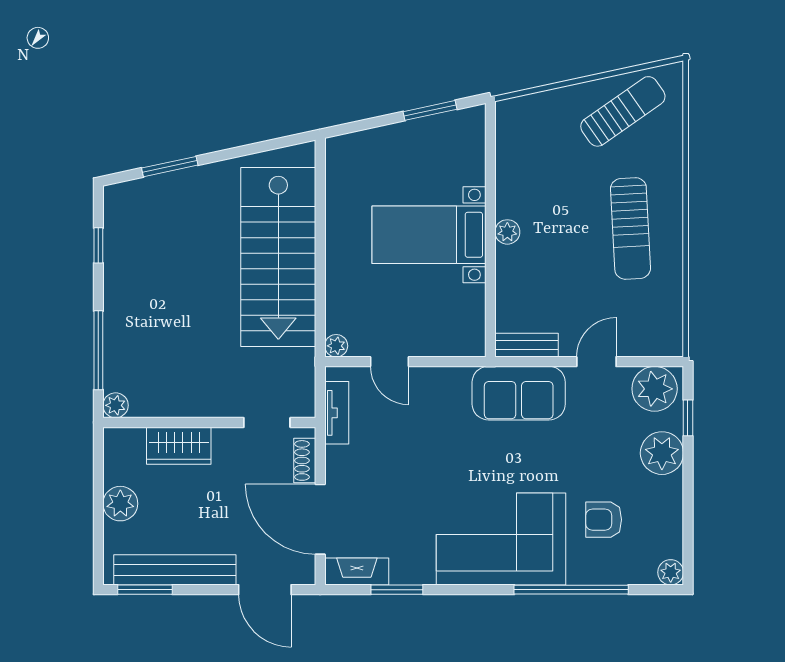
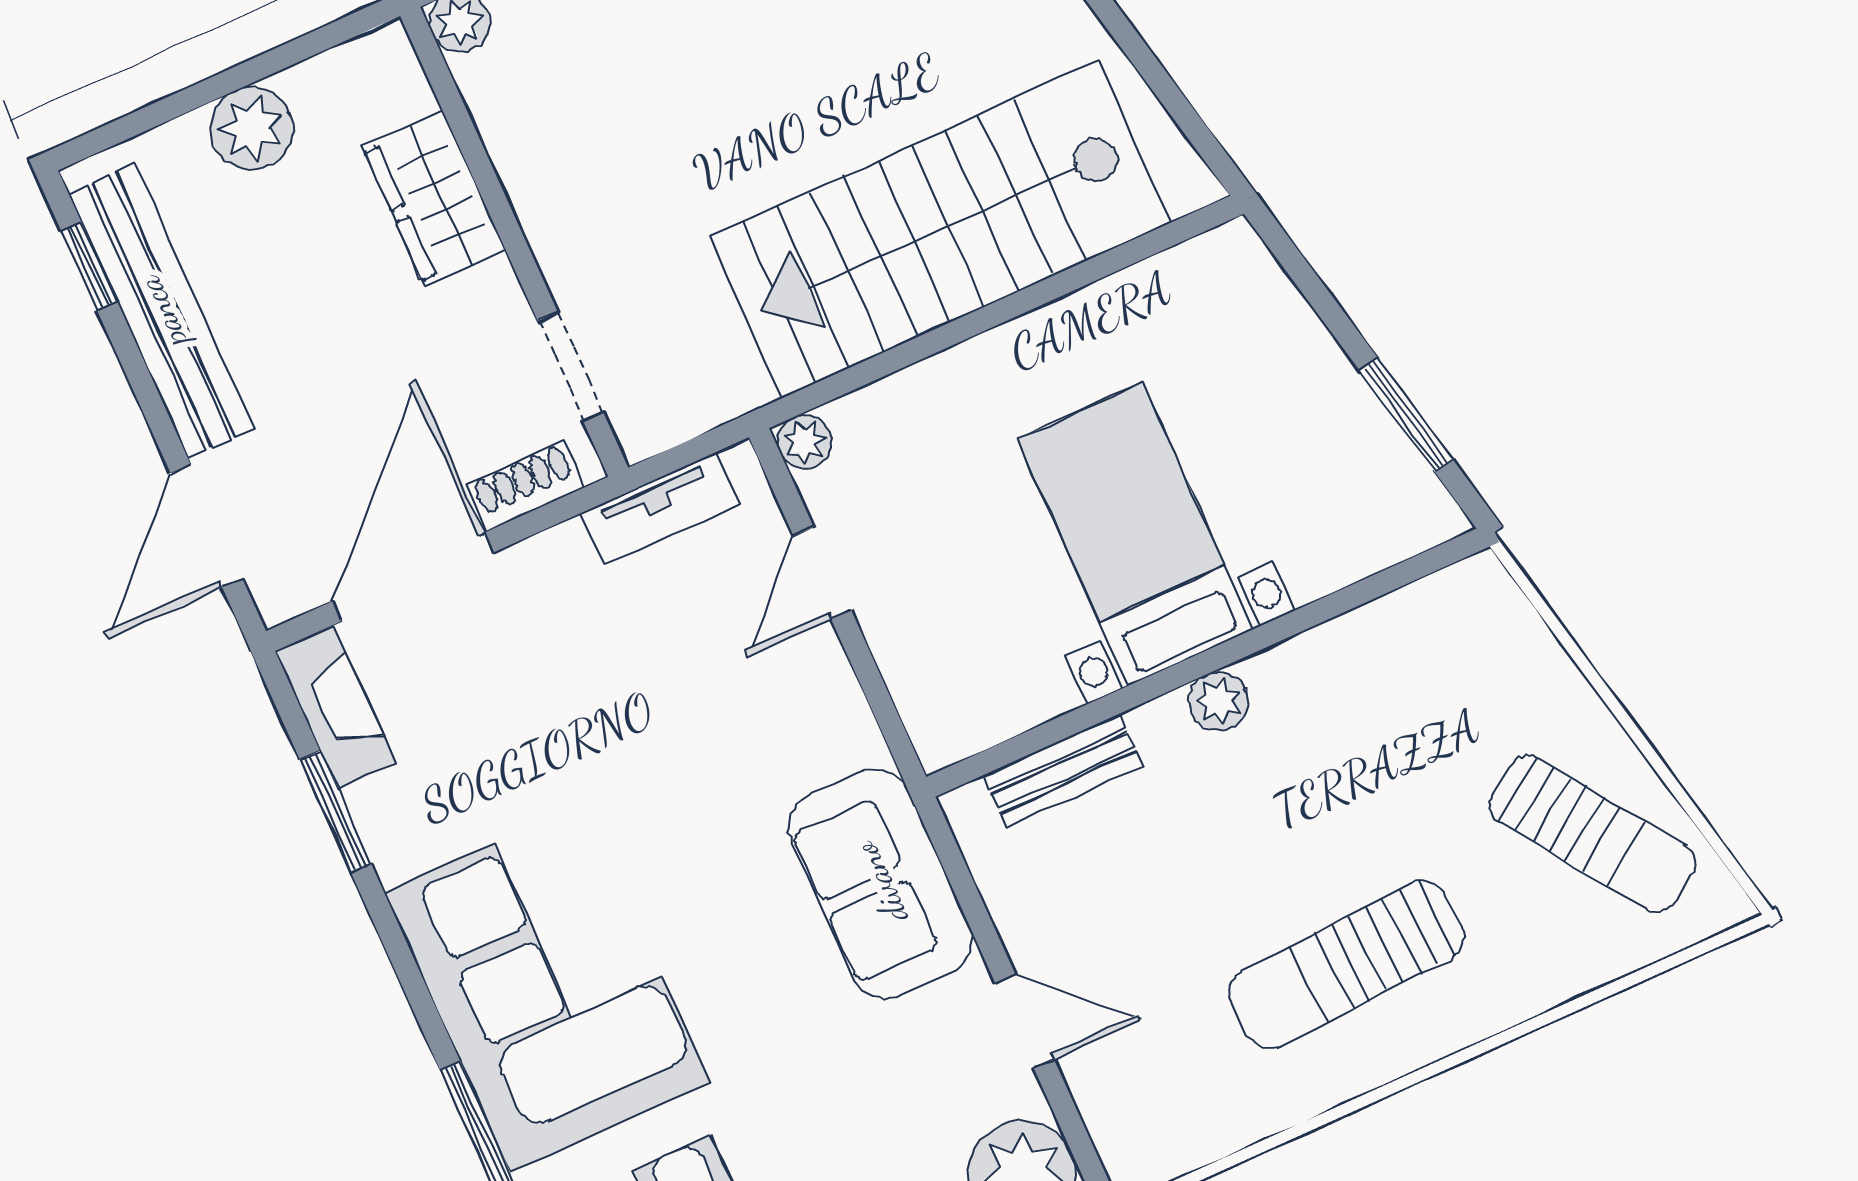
bench: (527, 345) -> (1063, 771), moved, turned 90
window: (145, 590) -> (89, 266), width x0.67

